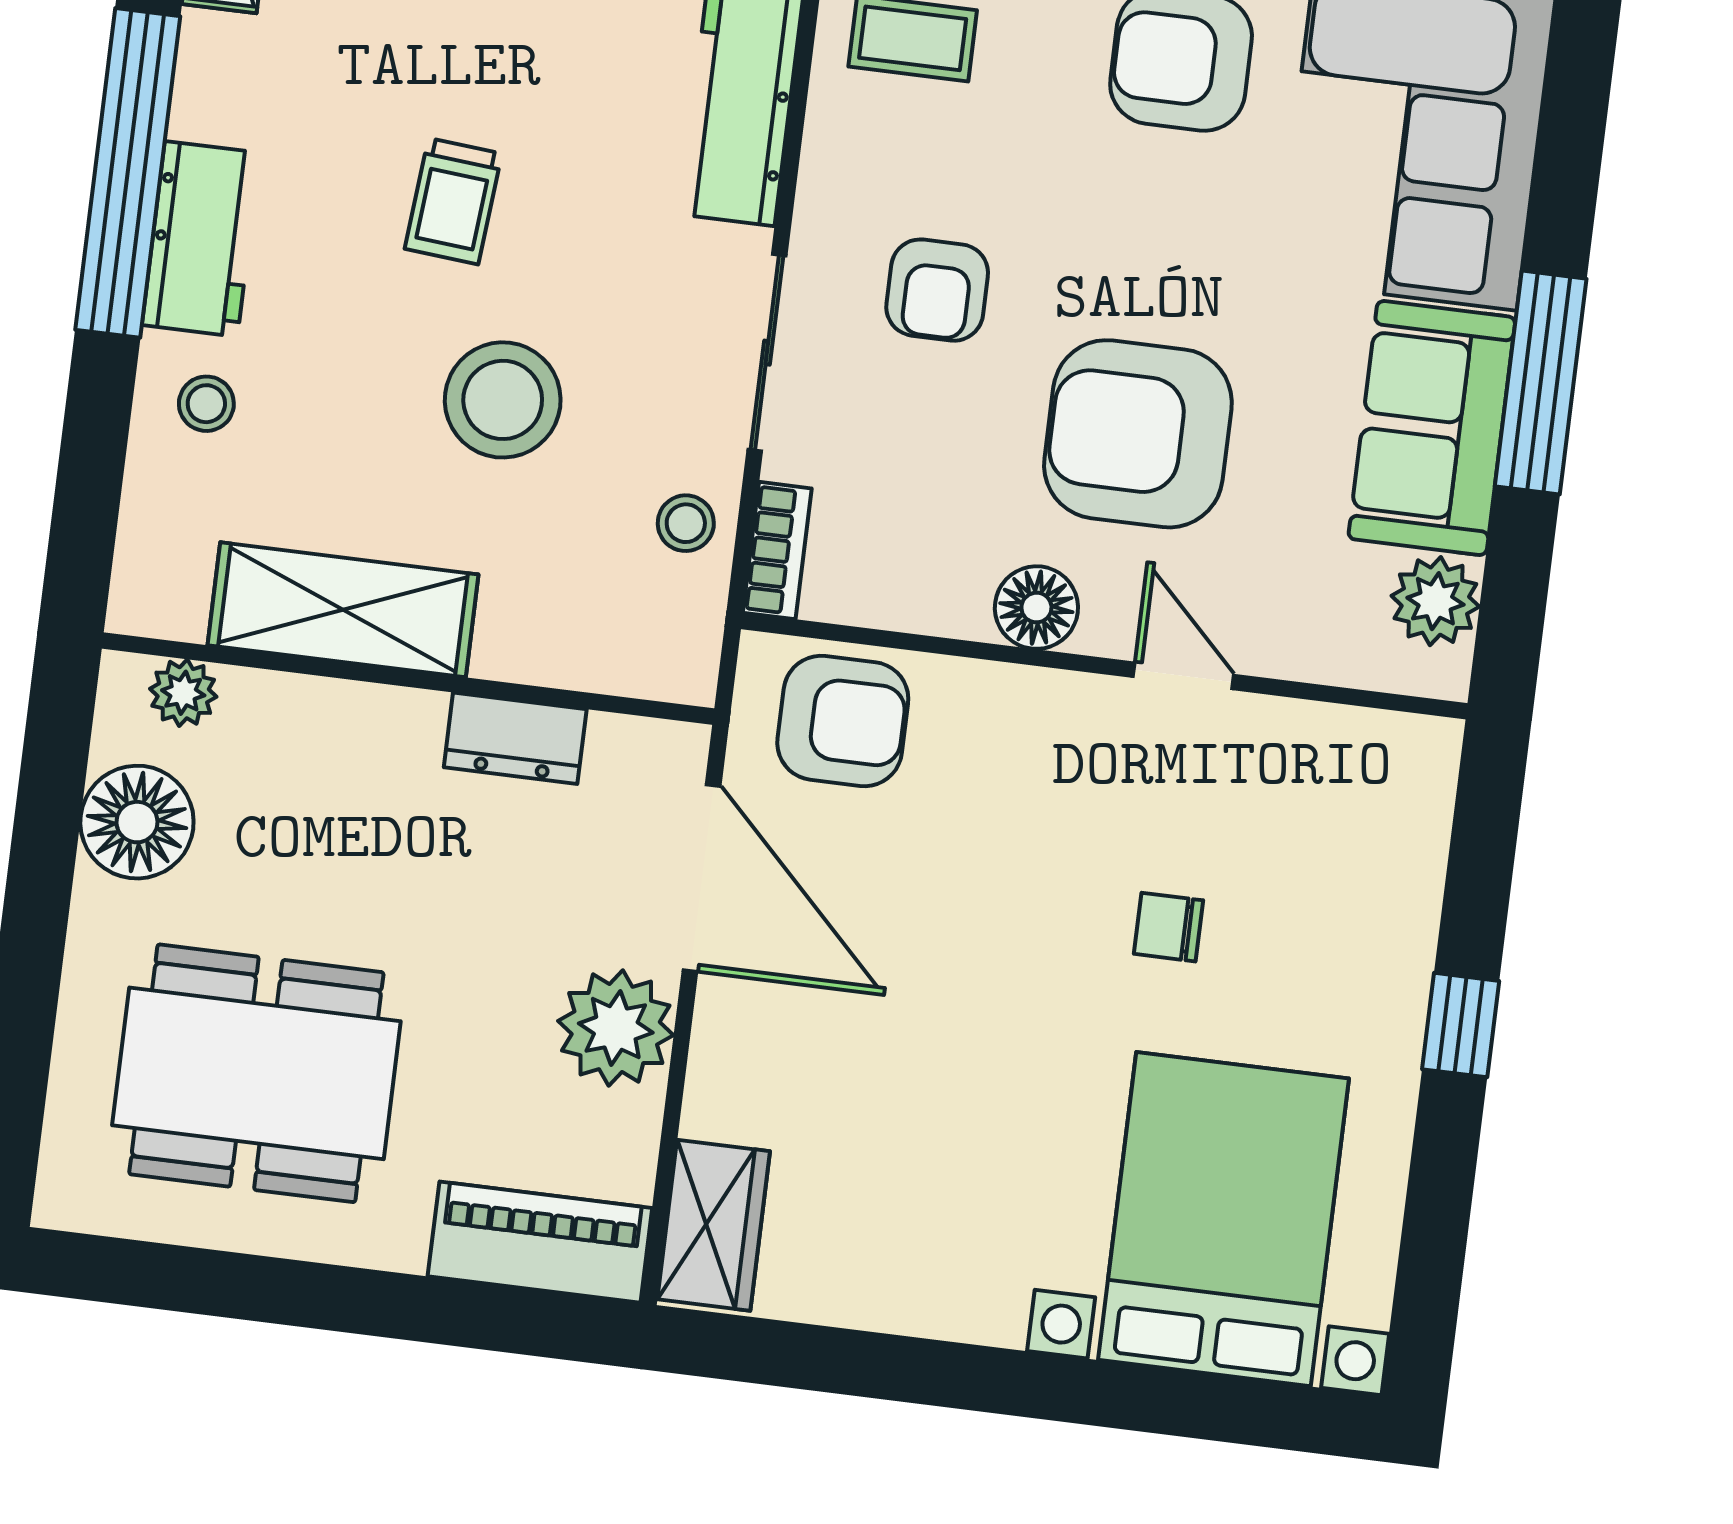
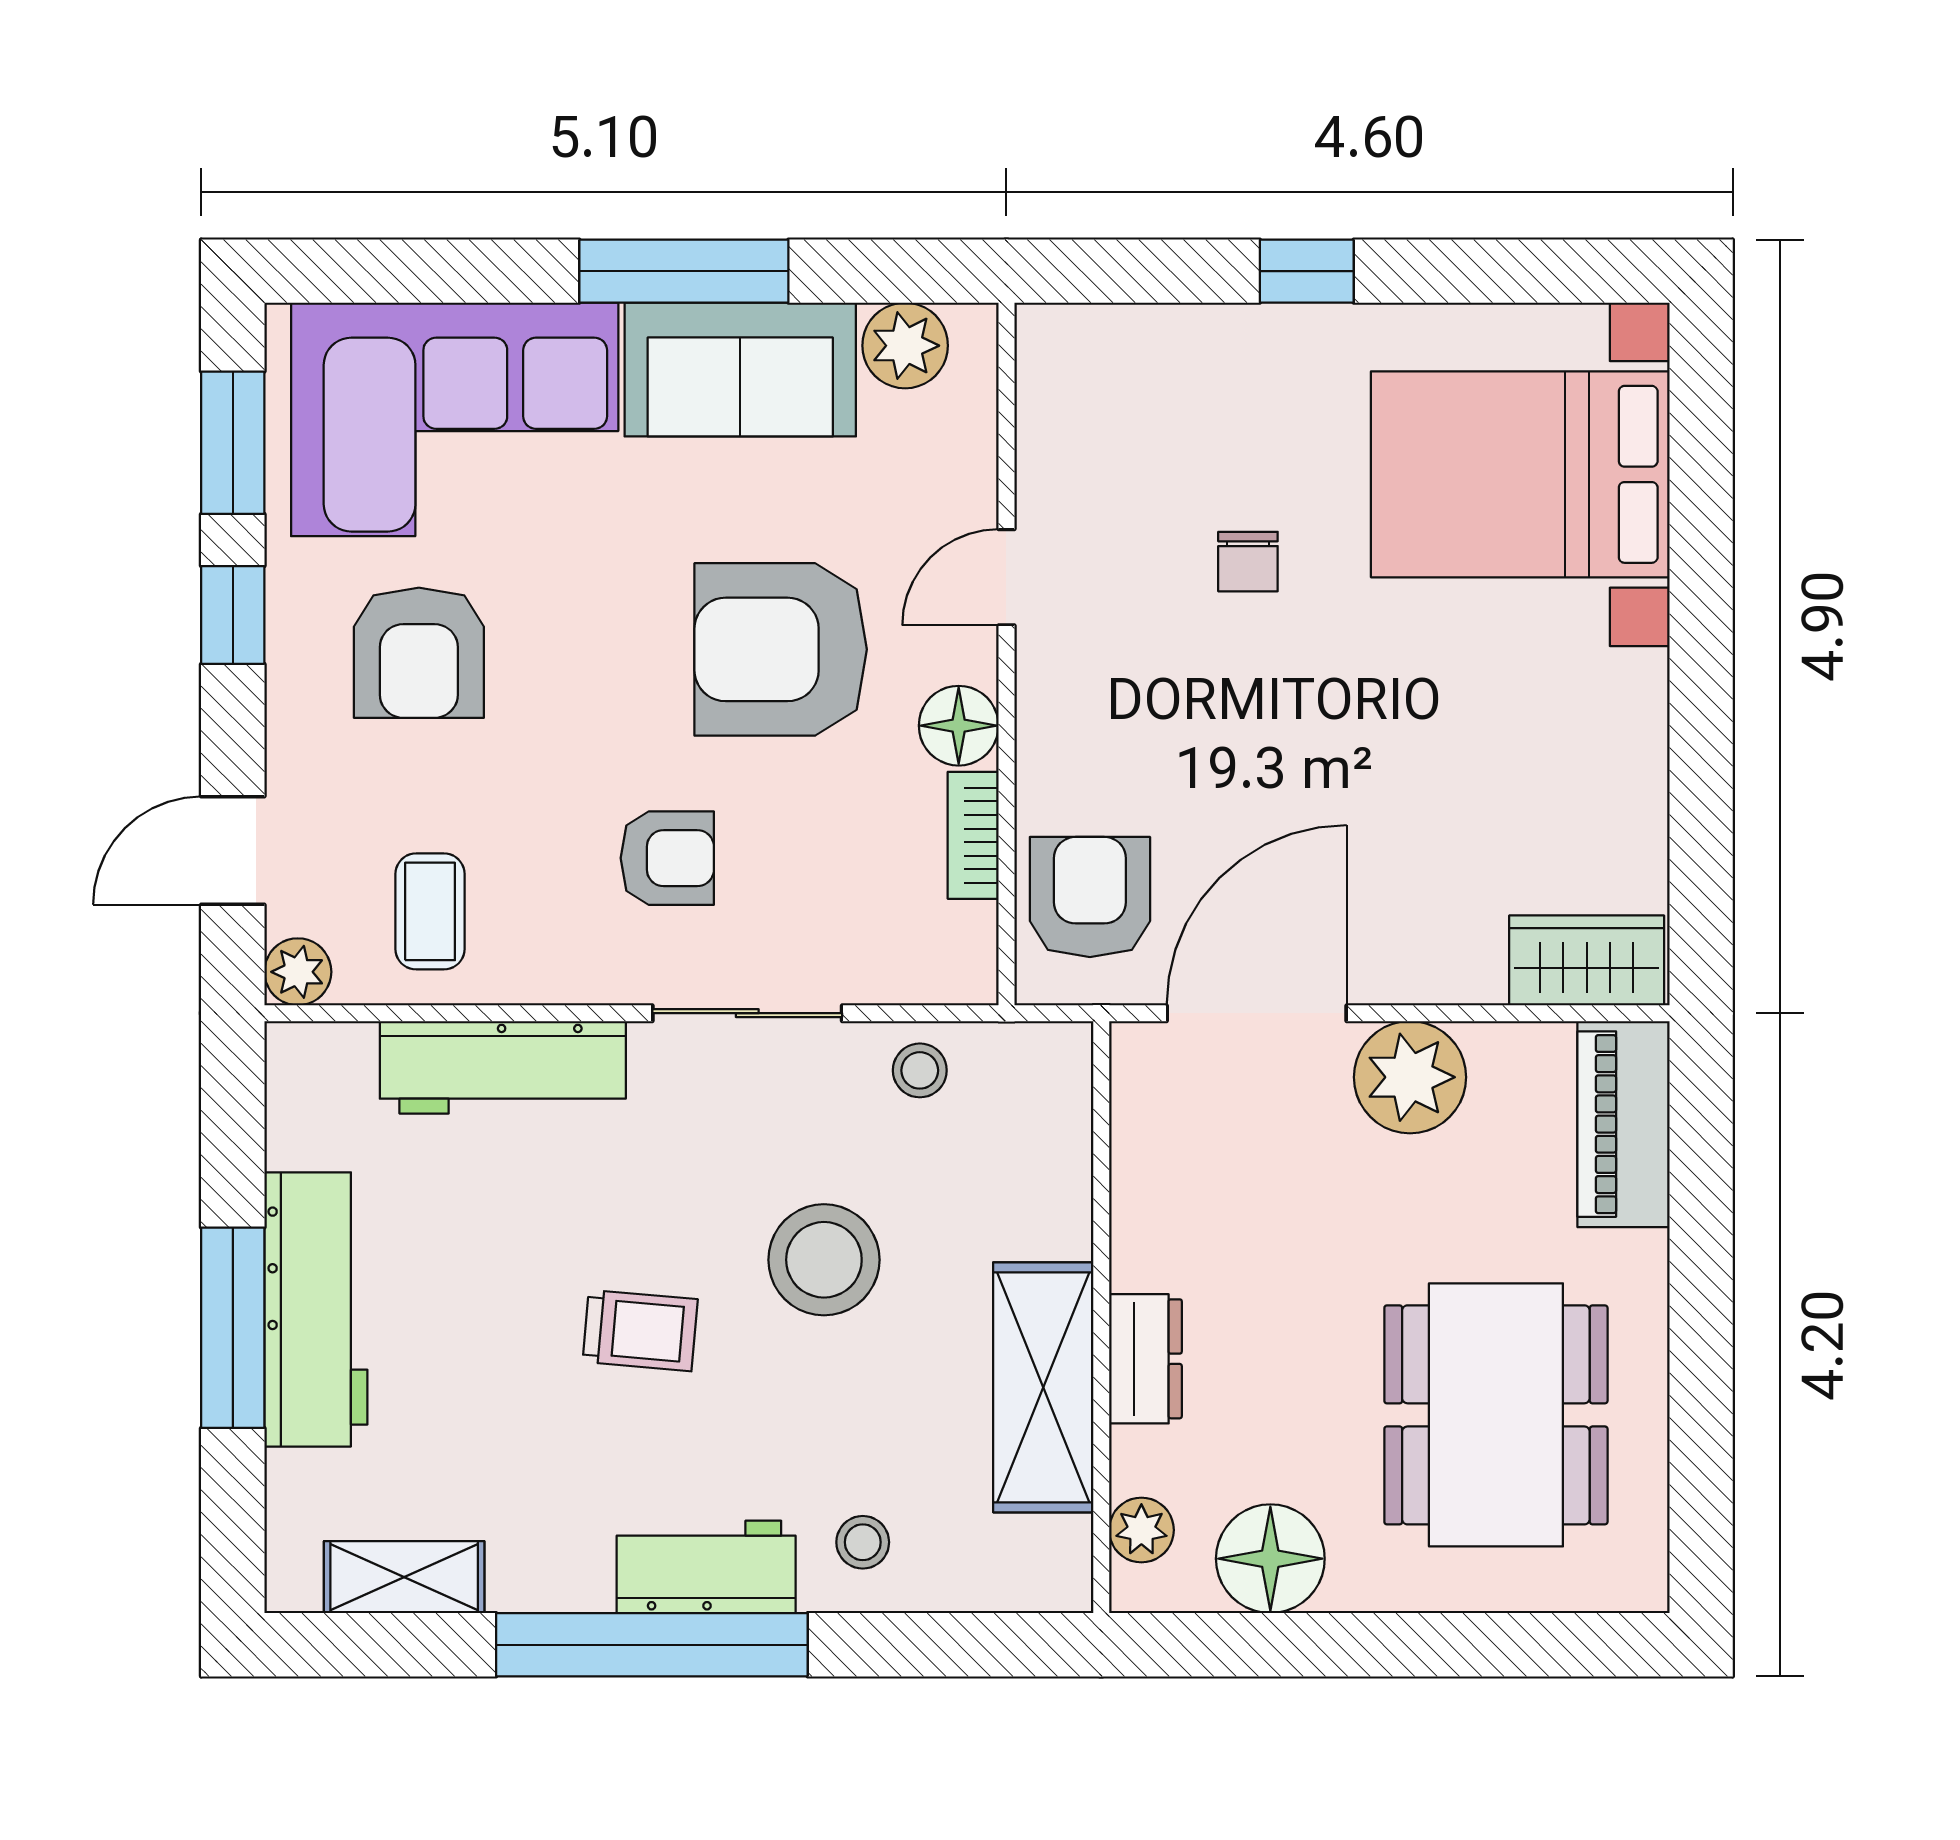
armchair: (1138, 434) -> (781, 649), turned 90
bookcase: (777, 551) -> (973, 835), moved, turned -90
dresser: (515, 738) -> (1145, 1359), moved

